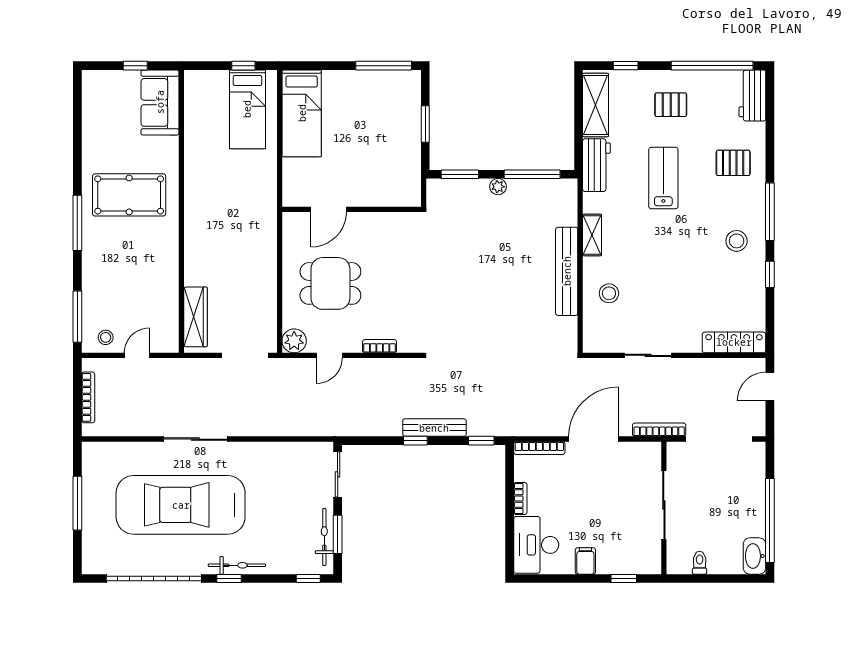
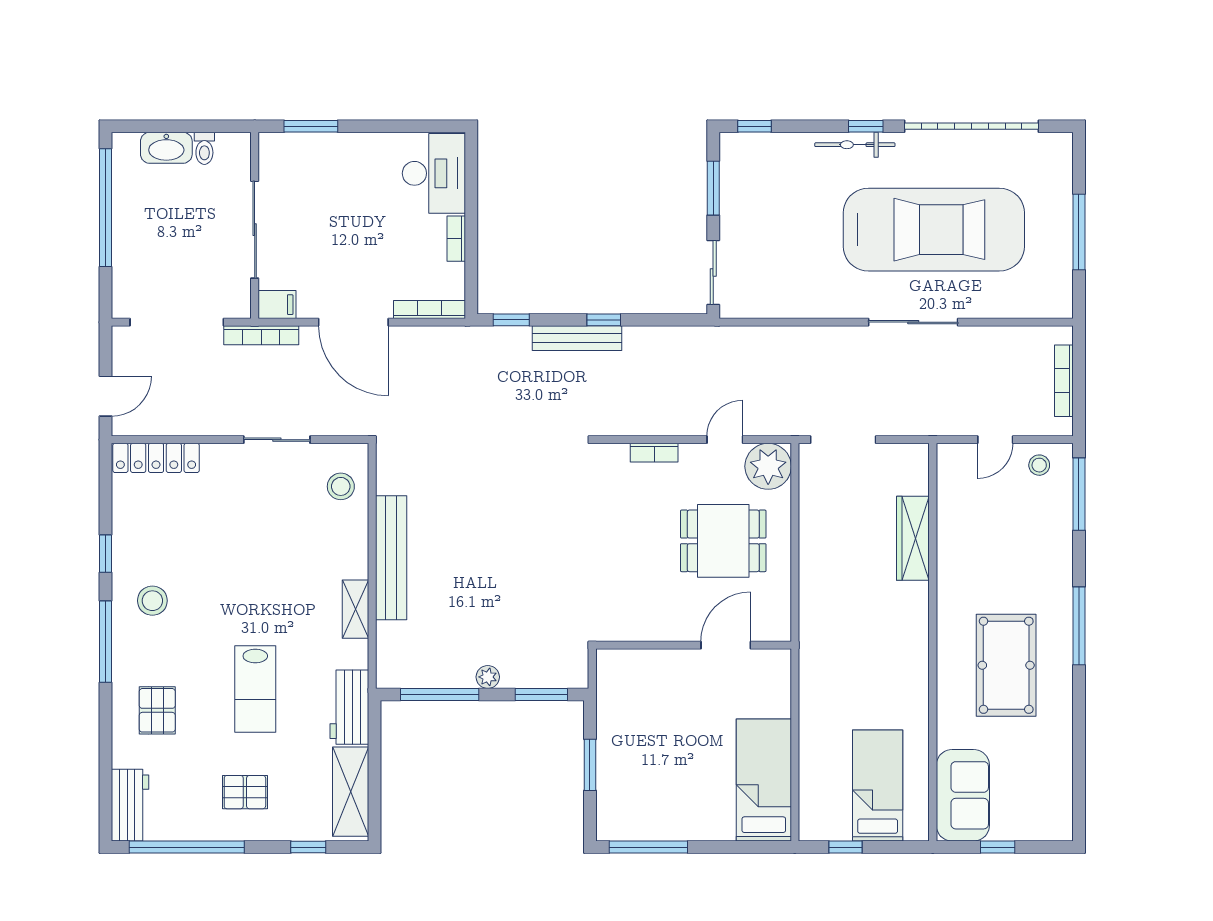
bed: (247, 109) -> (878, 786), moved
pallet: (733, 163) -> (157, 710), turned 90
pool table: (129, 195) -> (1006, 665), turned 90
stool: (609, 293) -> (341, 486), moved
wardrobe: (195, 317) -> (913, 538), moved
plant: (294, 341) -> (768, 466), width x1.36, depth x1.36
door: (594, 439) -> (353, 322), hinge flipped
bicycle: (324, 537) -> (732, 184), removed
washbasin: (754, 556) -> (166, 148), moved, turned 90
filing cabinet: (585, 561) -> (277, 305), moved, turned -90
window: (624, 579) -> (311, 126), width x1.50

